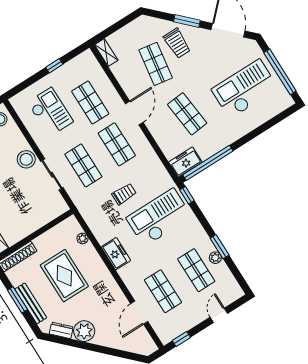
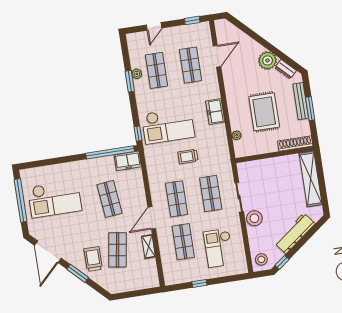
shelving: (106, 53) -> (149, 247), moved

